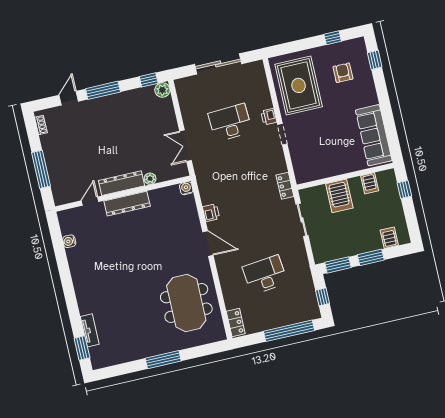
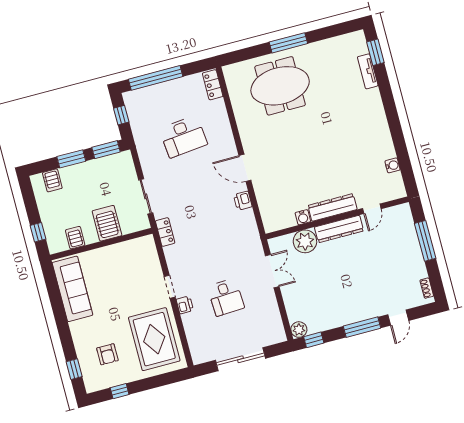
desk: (230, 123) -> (226, 297), width x0.73
plant: (150, 179) -> (305, 241), width x1.88, depth x1.88
water cooler: (186, 188) -> (303, 217), moved
meeting table: (186, 303) -> (280, 86), moved, turned 90

